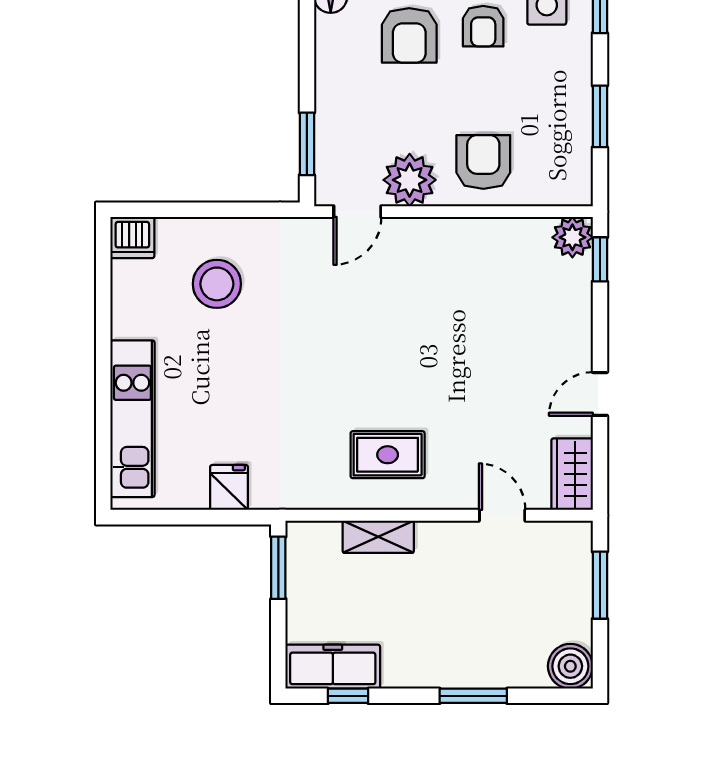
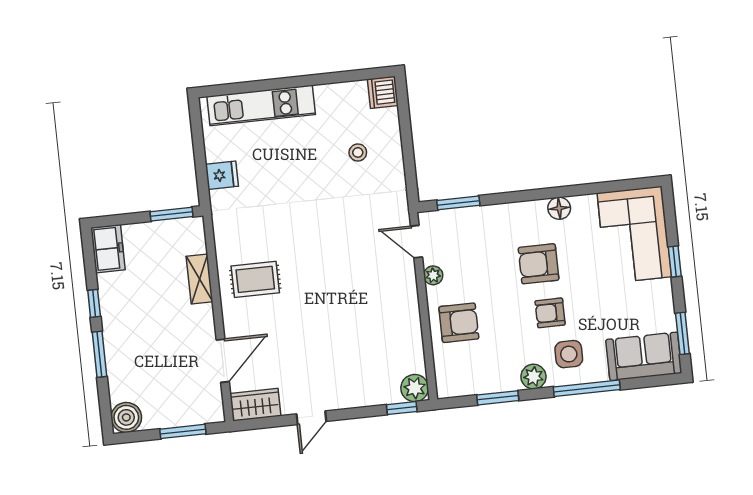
plant: (574, 61) -> (533, 377), added
plant: (410, 180) -> (433, 275), width x0.53, depth x0.53
stool: (217, 284) -> (358, 152), width x0.53, depth x0.53
door: (600, 394) -> (311, 418), swing flipped
rug: (388, 455) -> (255, 279), turned 90
door: (502, 515) -> (223, 361), width x1.38
freezer: (333, 667) -> (108, 249), width x0.71
window: (348, 696) -> (94, 303), moved

